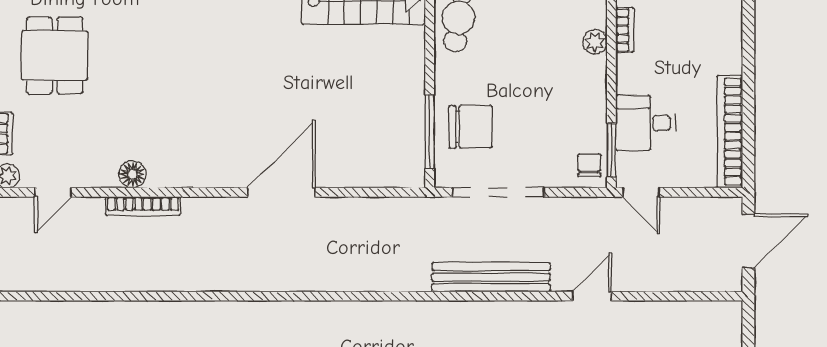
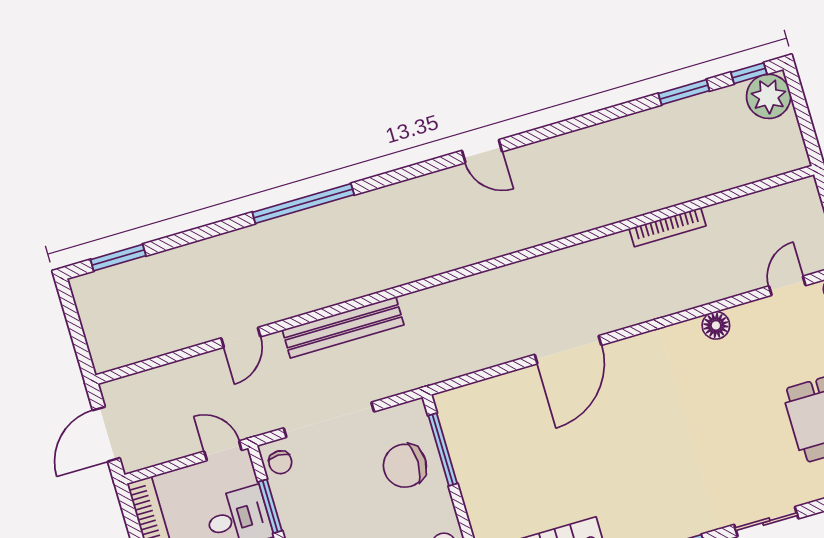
window: (611, 150) -> (270, 506), moved
doorway: (498, 192) -> (329, 420), moved
bookcase: (143, 206) -> (668, 227), moved, turned 180

